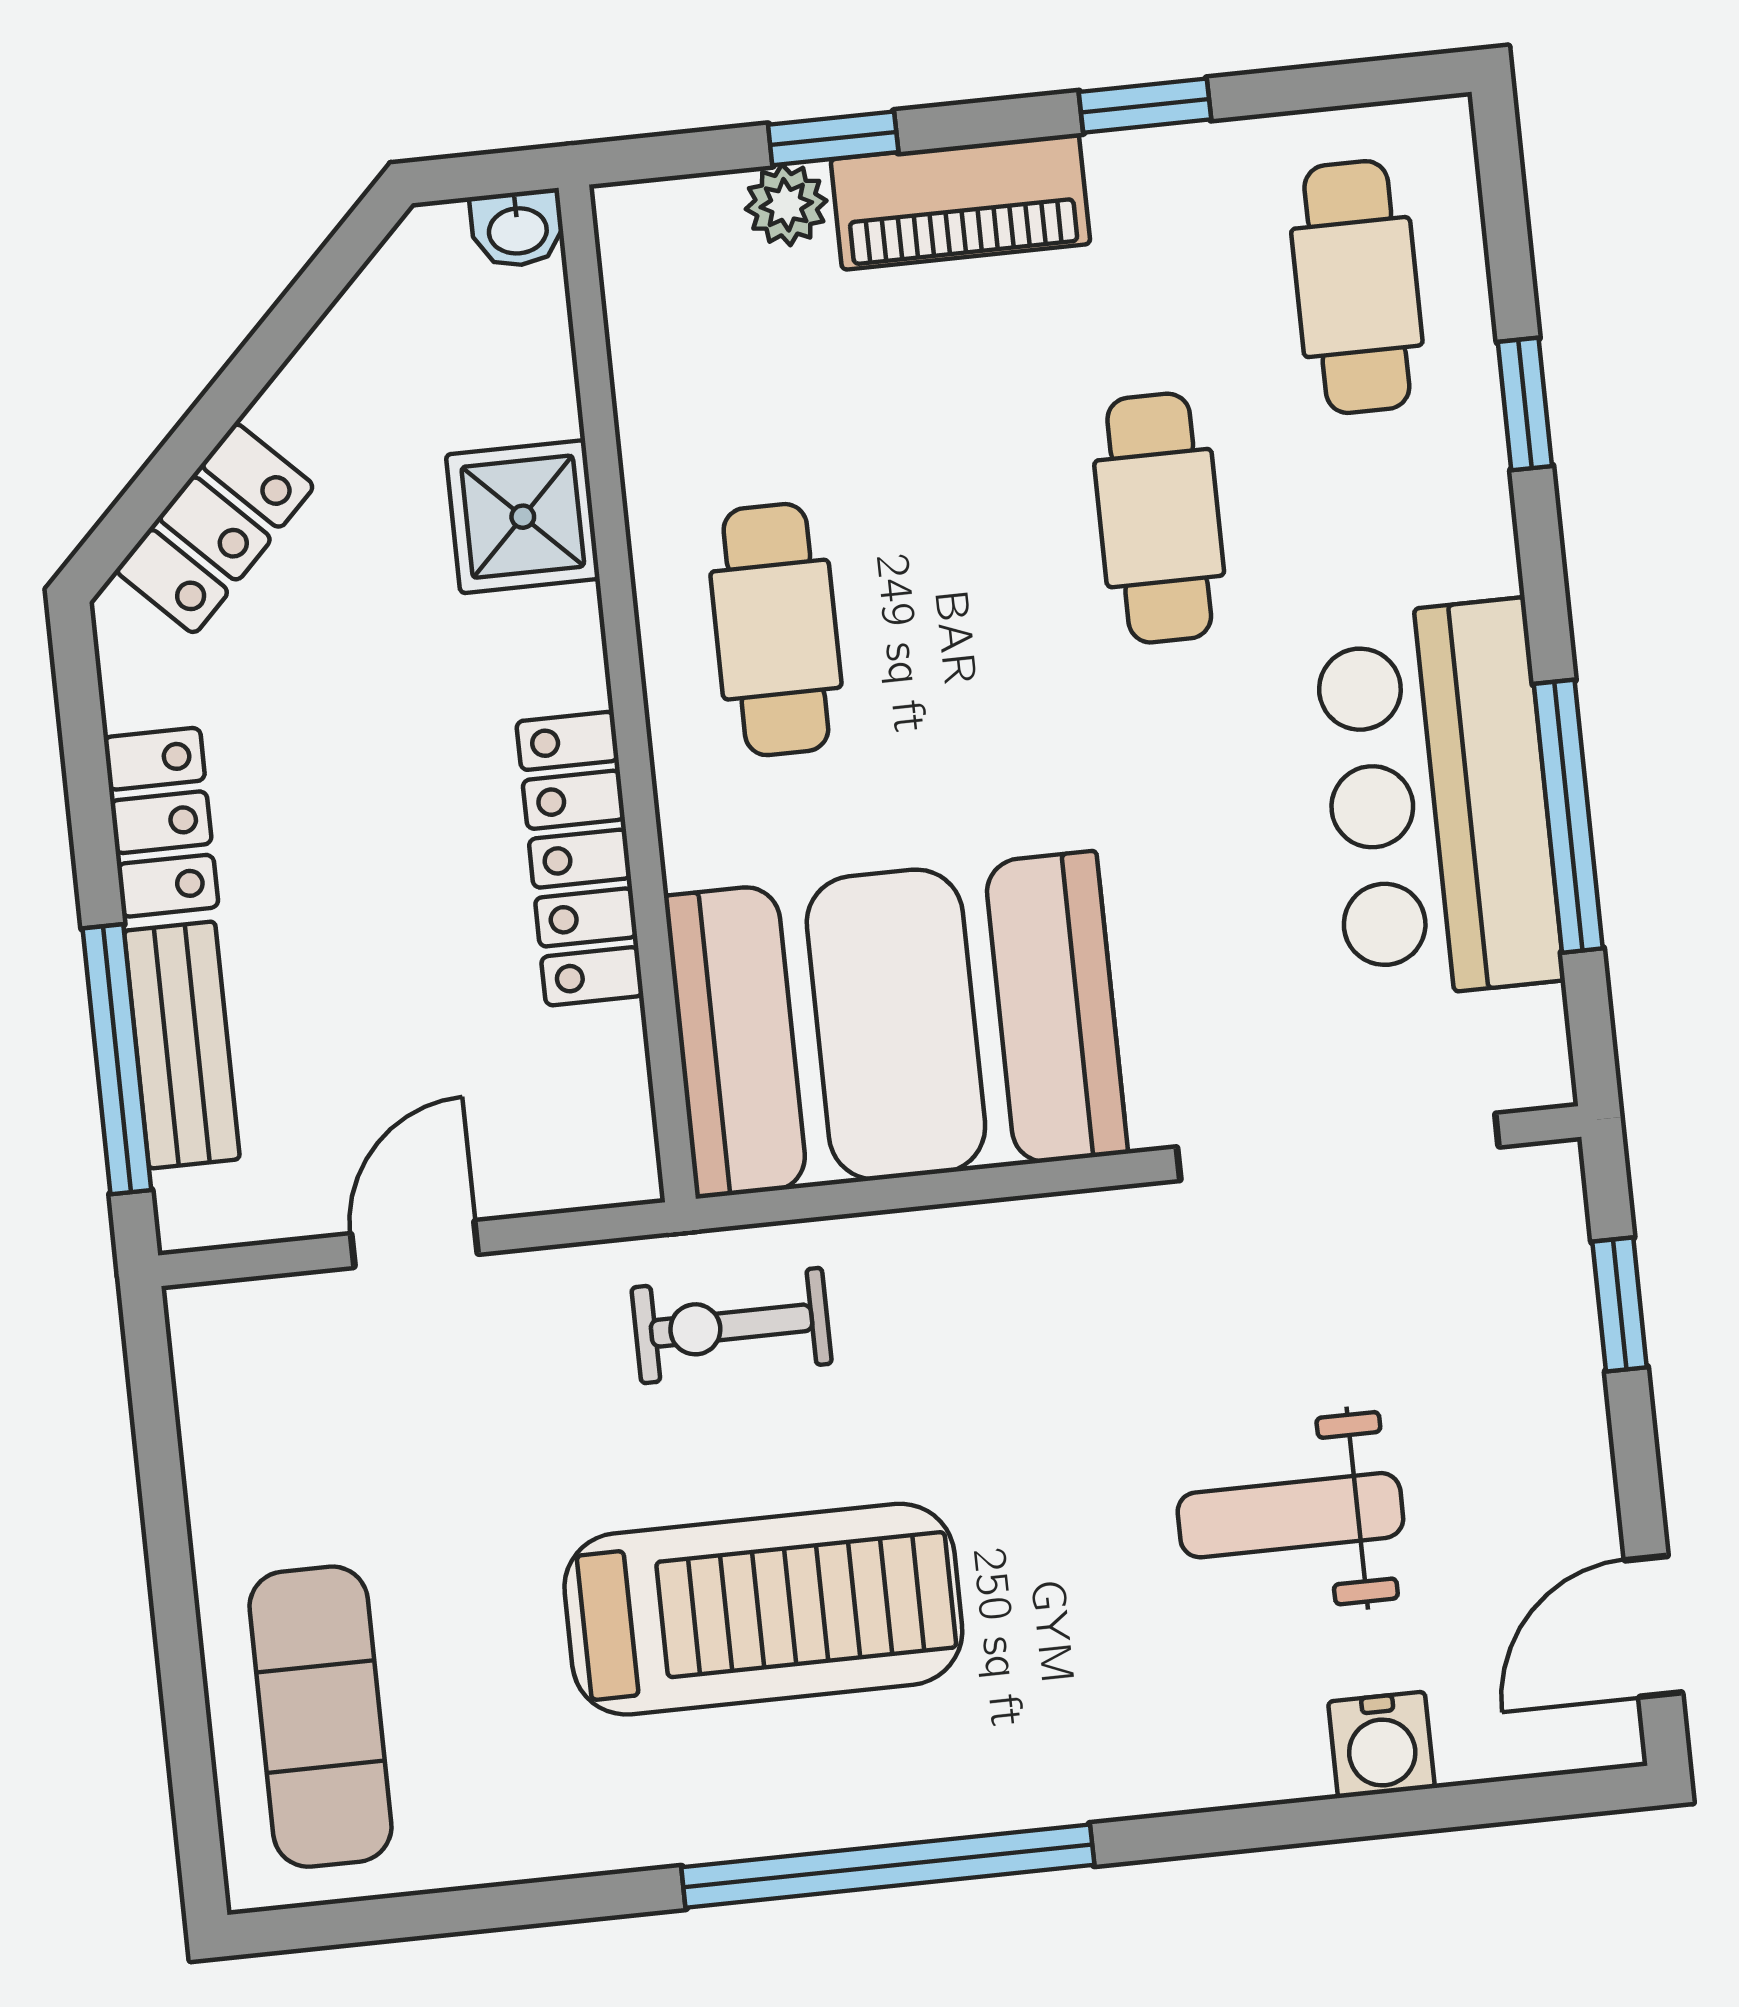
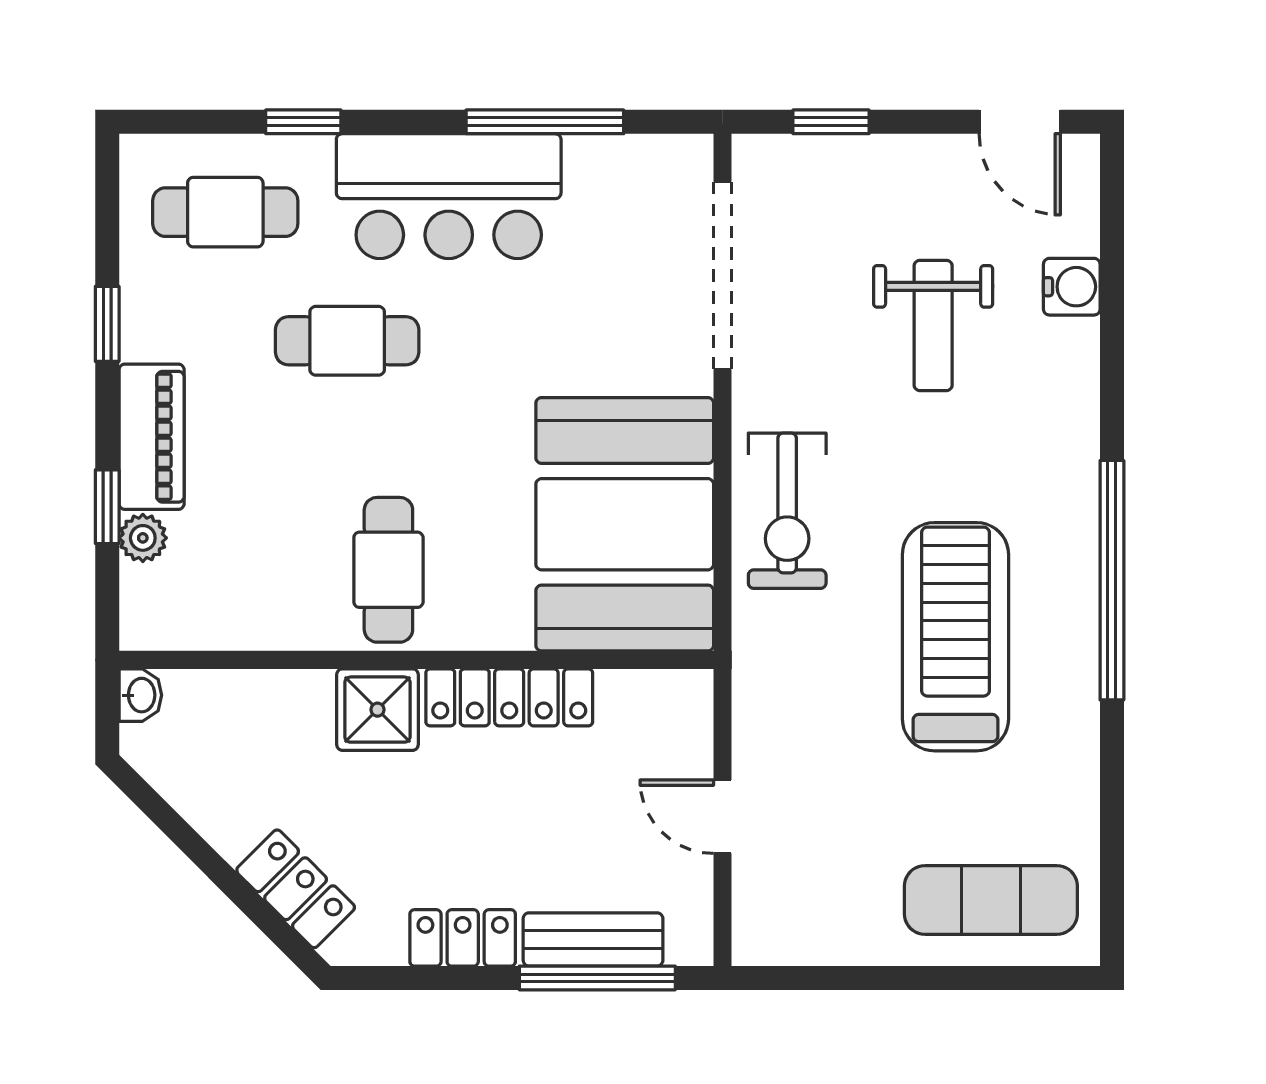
shower: (523, 517) -> (377, 710), moved
cafe table: (776, 630) -> (388, 570), turned 90
bar counter: (1438, 800) -> (449, 196), moved
exercise bike: (732, 1326) -> (787, 511), moved, width x1.38, depth x1.39

